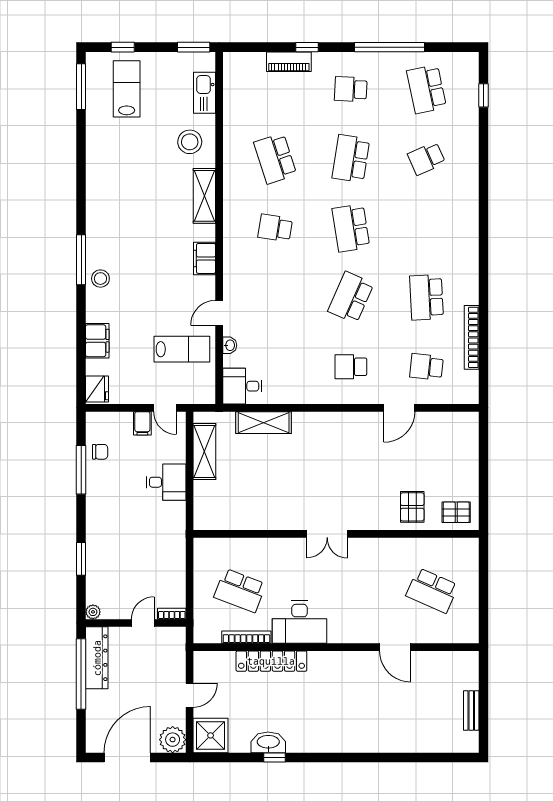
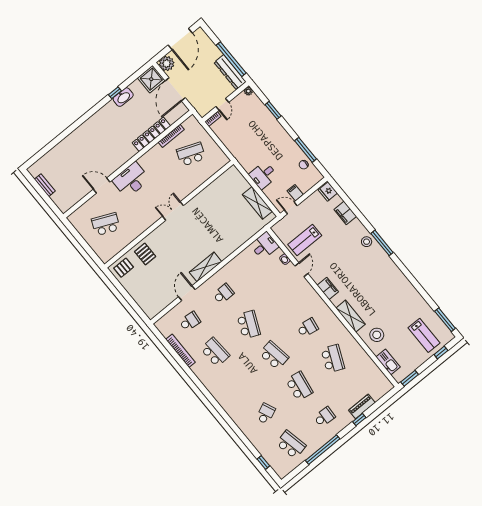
school desk: (275, 159) -> (333, 359), turned 42
shelving: (264, 423) -> (205, 267), moved
desk: (300, 622) -> (131, 180), moved
door: (189, 695) -> (175, 89), width x1.88

